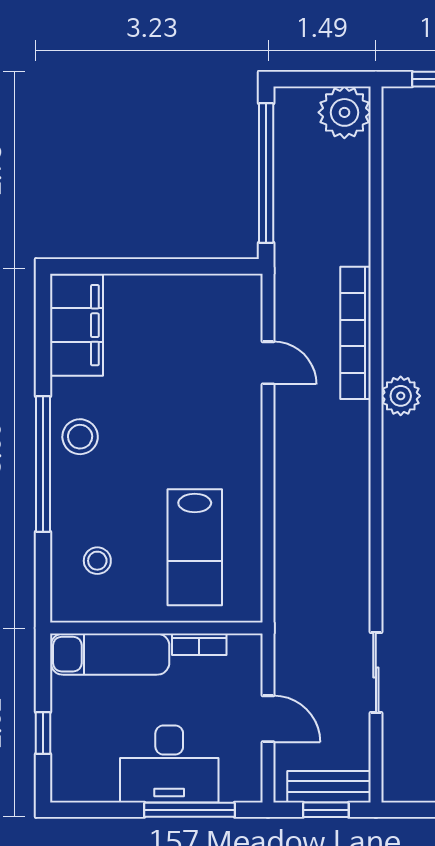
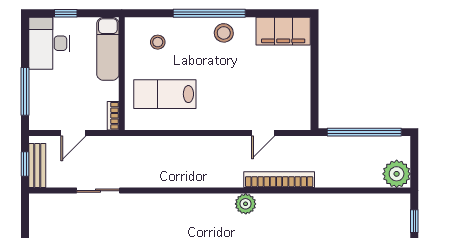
bookcase: (199, 644) -> (113, 116), moved
desk: (169, 764) -> (49, 43), moved

